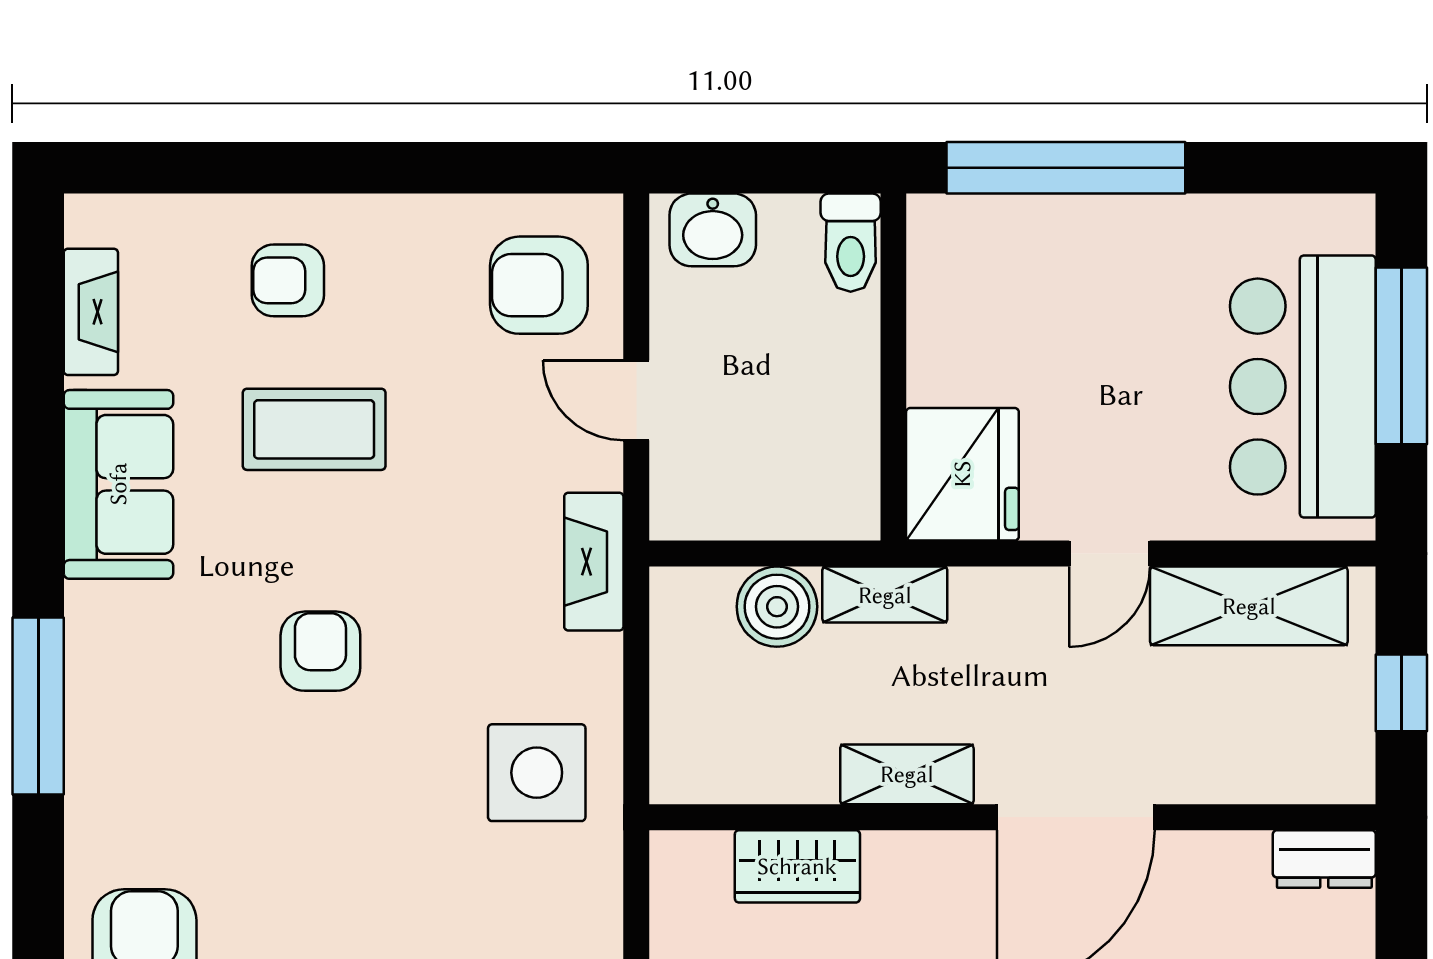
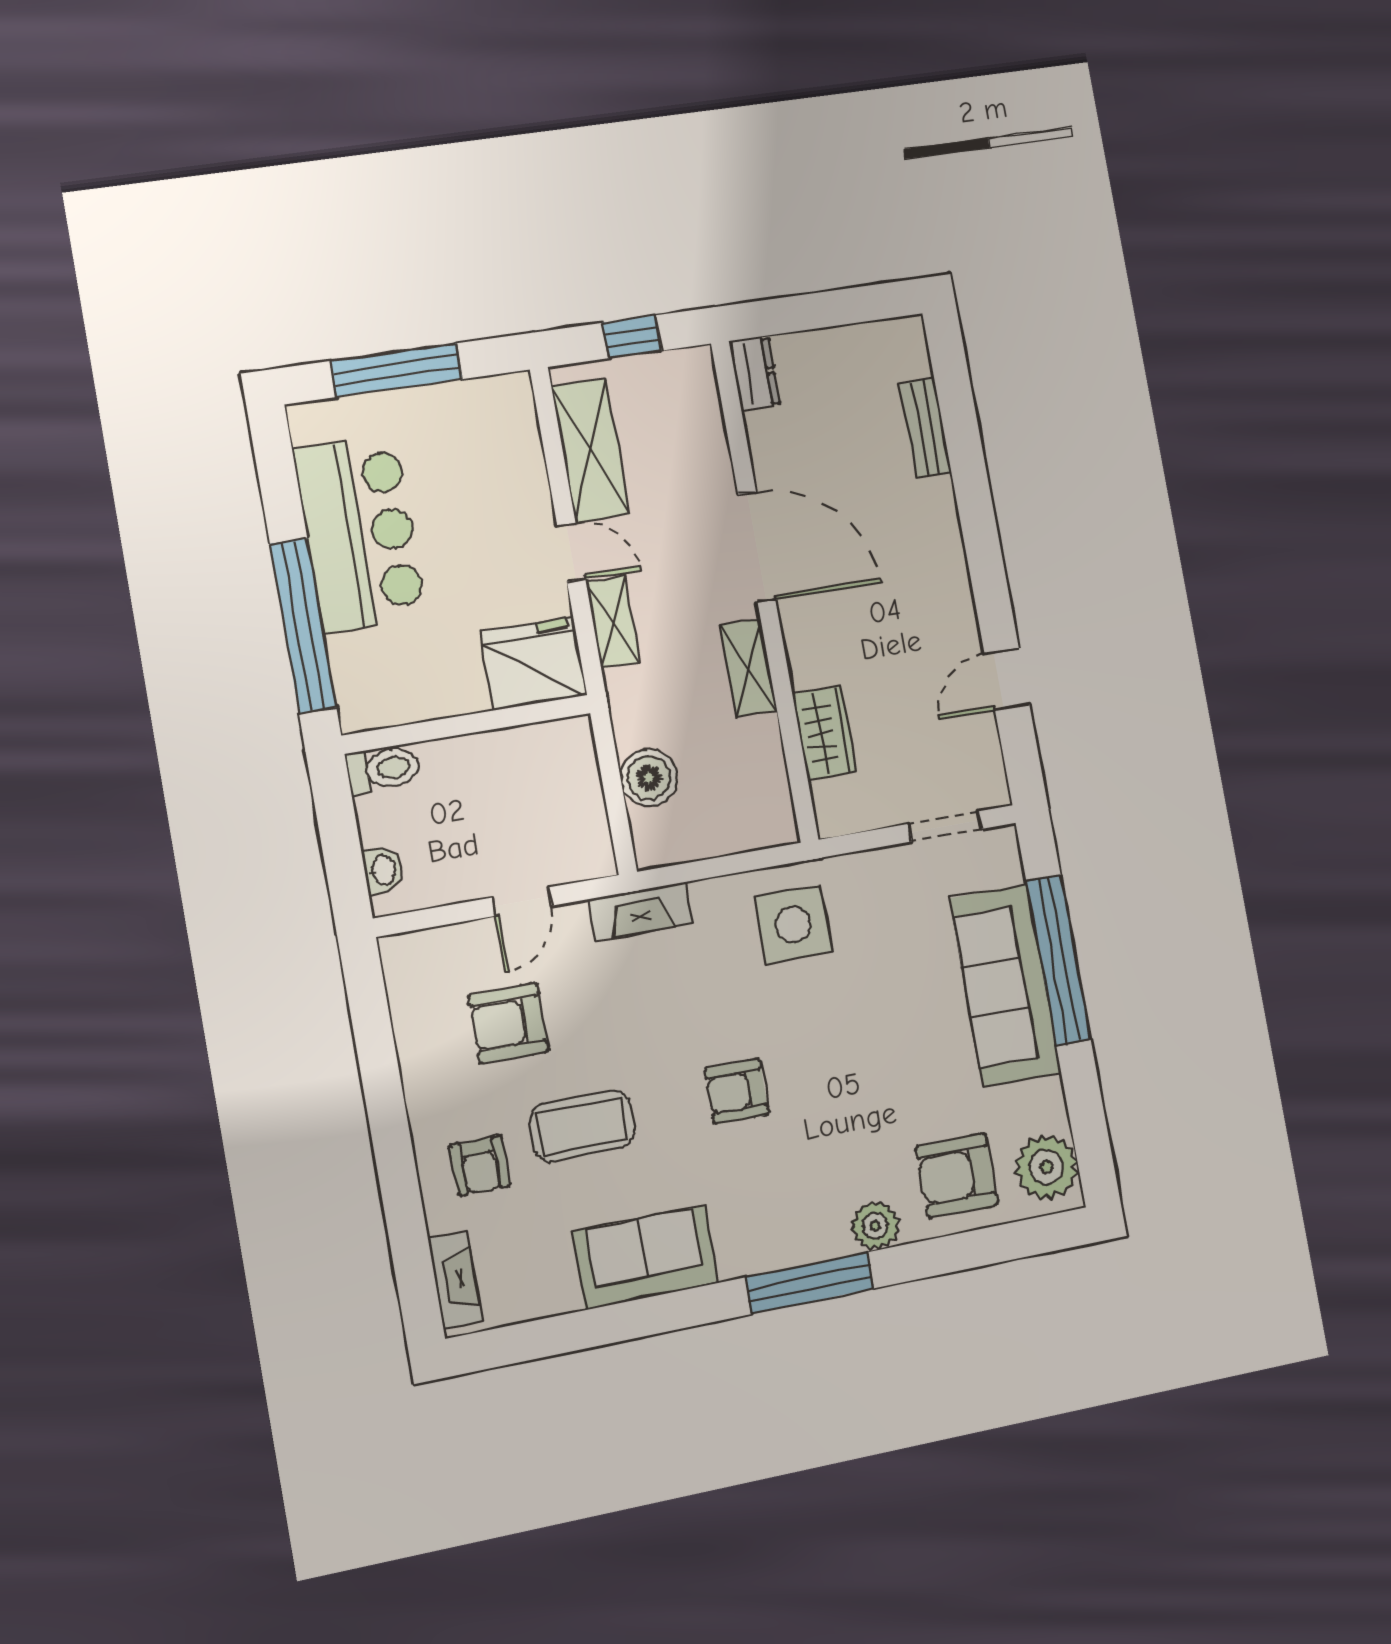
washbasin: (713, 230) -> (383, 870), width x0.72, depth x0.69
armchair: (539, 285) -> (508, 1023), moved, turned 90
fireplace: (91, 312) -> (455, 1280), moved, turned 90
bar counter: (1303, 387) -> (360, 534), moved, turned -90
coffee table: (314, 429) -> (582, 1126), turned 90
shelving: (885, 595) -> (613, 622), moved
plant: (98, 813) -> (875, 1226), added

